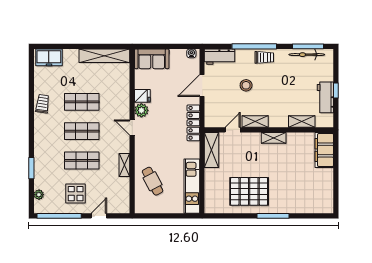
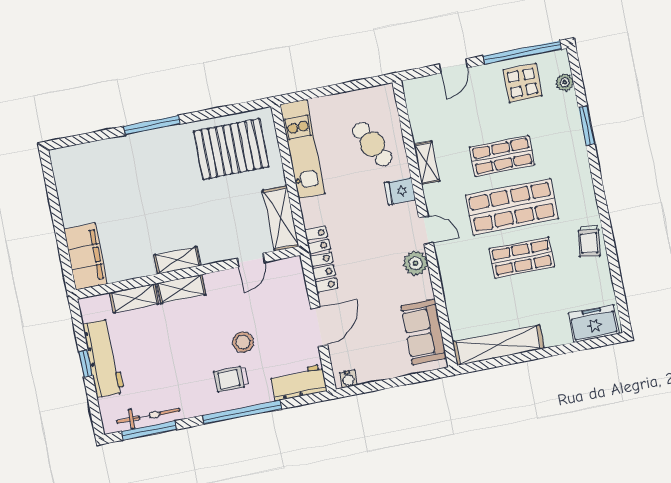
trolley: (264, 57) -> (231, 379), moved
sofa: (152, 59) -> (424, 332), moved, turned -90
fridge: (142, 96) -> (400, 191), moved
workbench: (325, 97) -> (103, 358), width x1.38
shelving: (255, 122) -> (181, 289), moved
shop shelf: (82, 131) -> (512, 207), width x1.43, depth x1.36
pallet: (249, 191) -> (231, 149), moved
display table: (76, 194) -> (523, 83), moved

